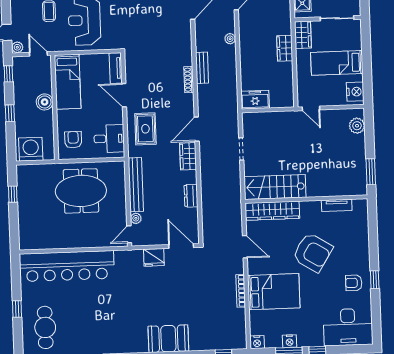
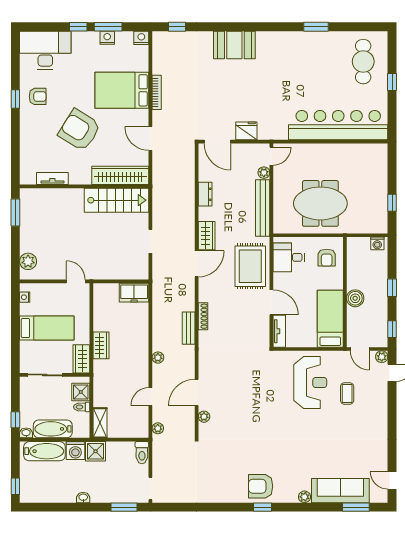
nightstand: (355, 92) -> (25, 297), width x0.53, depth x0.56
rug: (145, 129) -> (250, 266), width x1.36, depth x1.43
washing machine: (31, 149) -> (377, 243), width x0.53, depth x0.53

